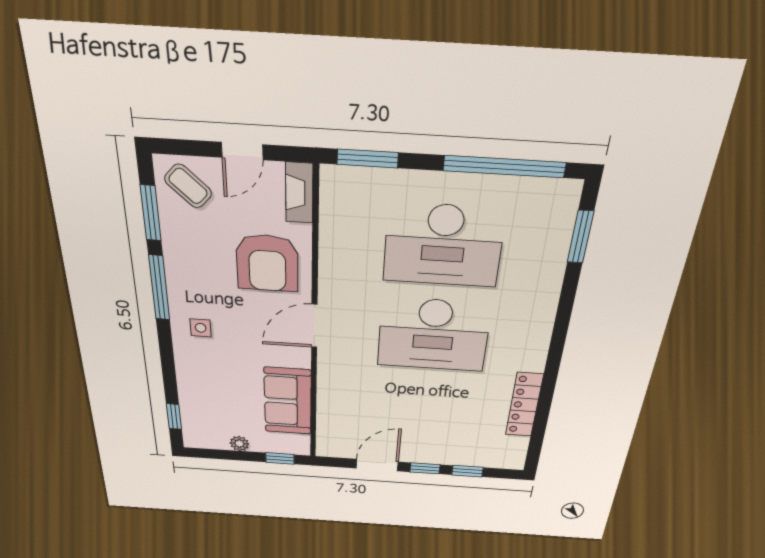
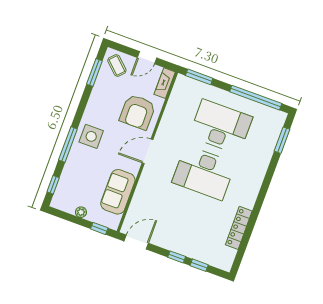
desk: (443, 245) -> (221, 127), turned 180
window: (159, 288) -> (68, 144), moved
side table: (201, 328) -> (91, 136), width x1.87, depth x1.87
door: (377, 465) -> (136, 242), moved

